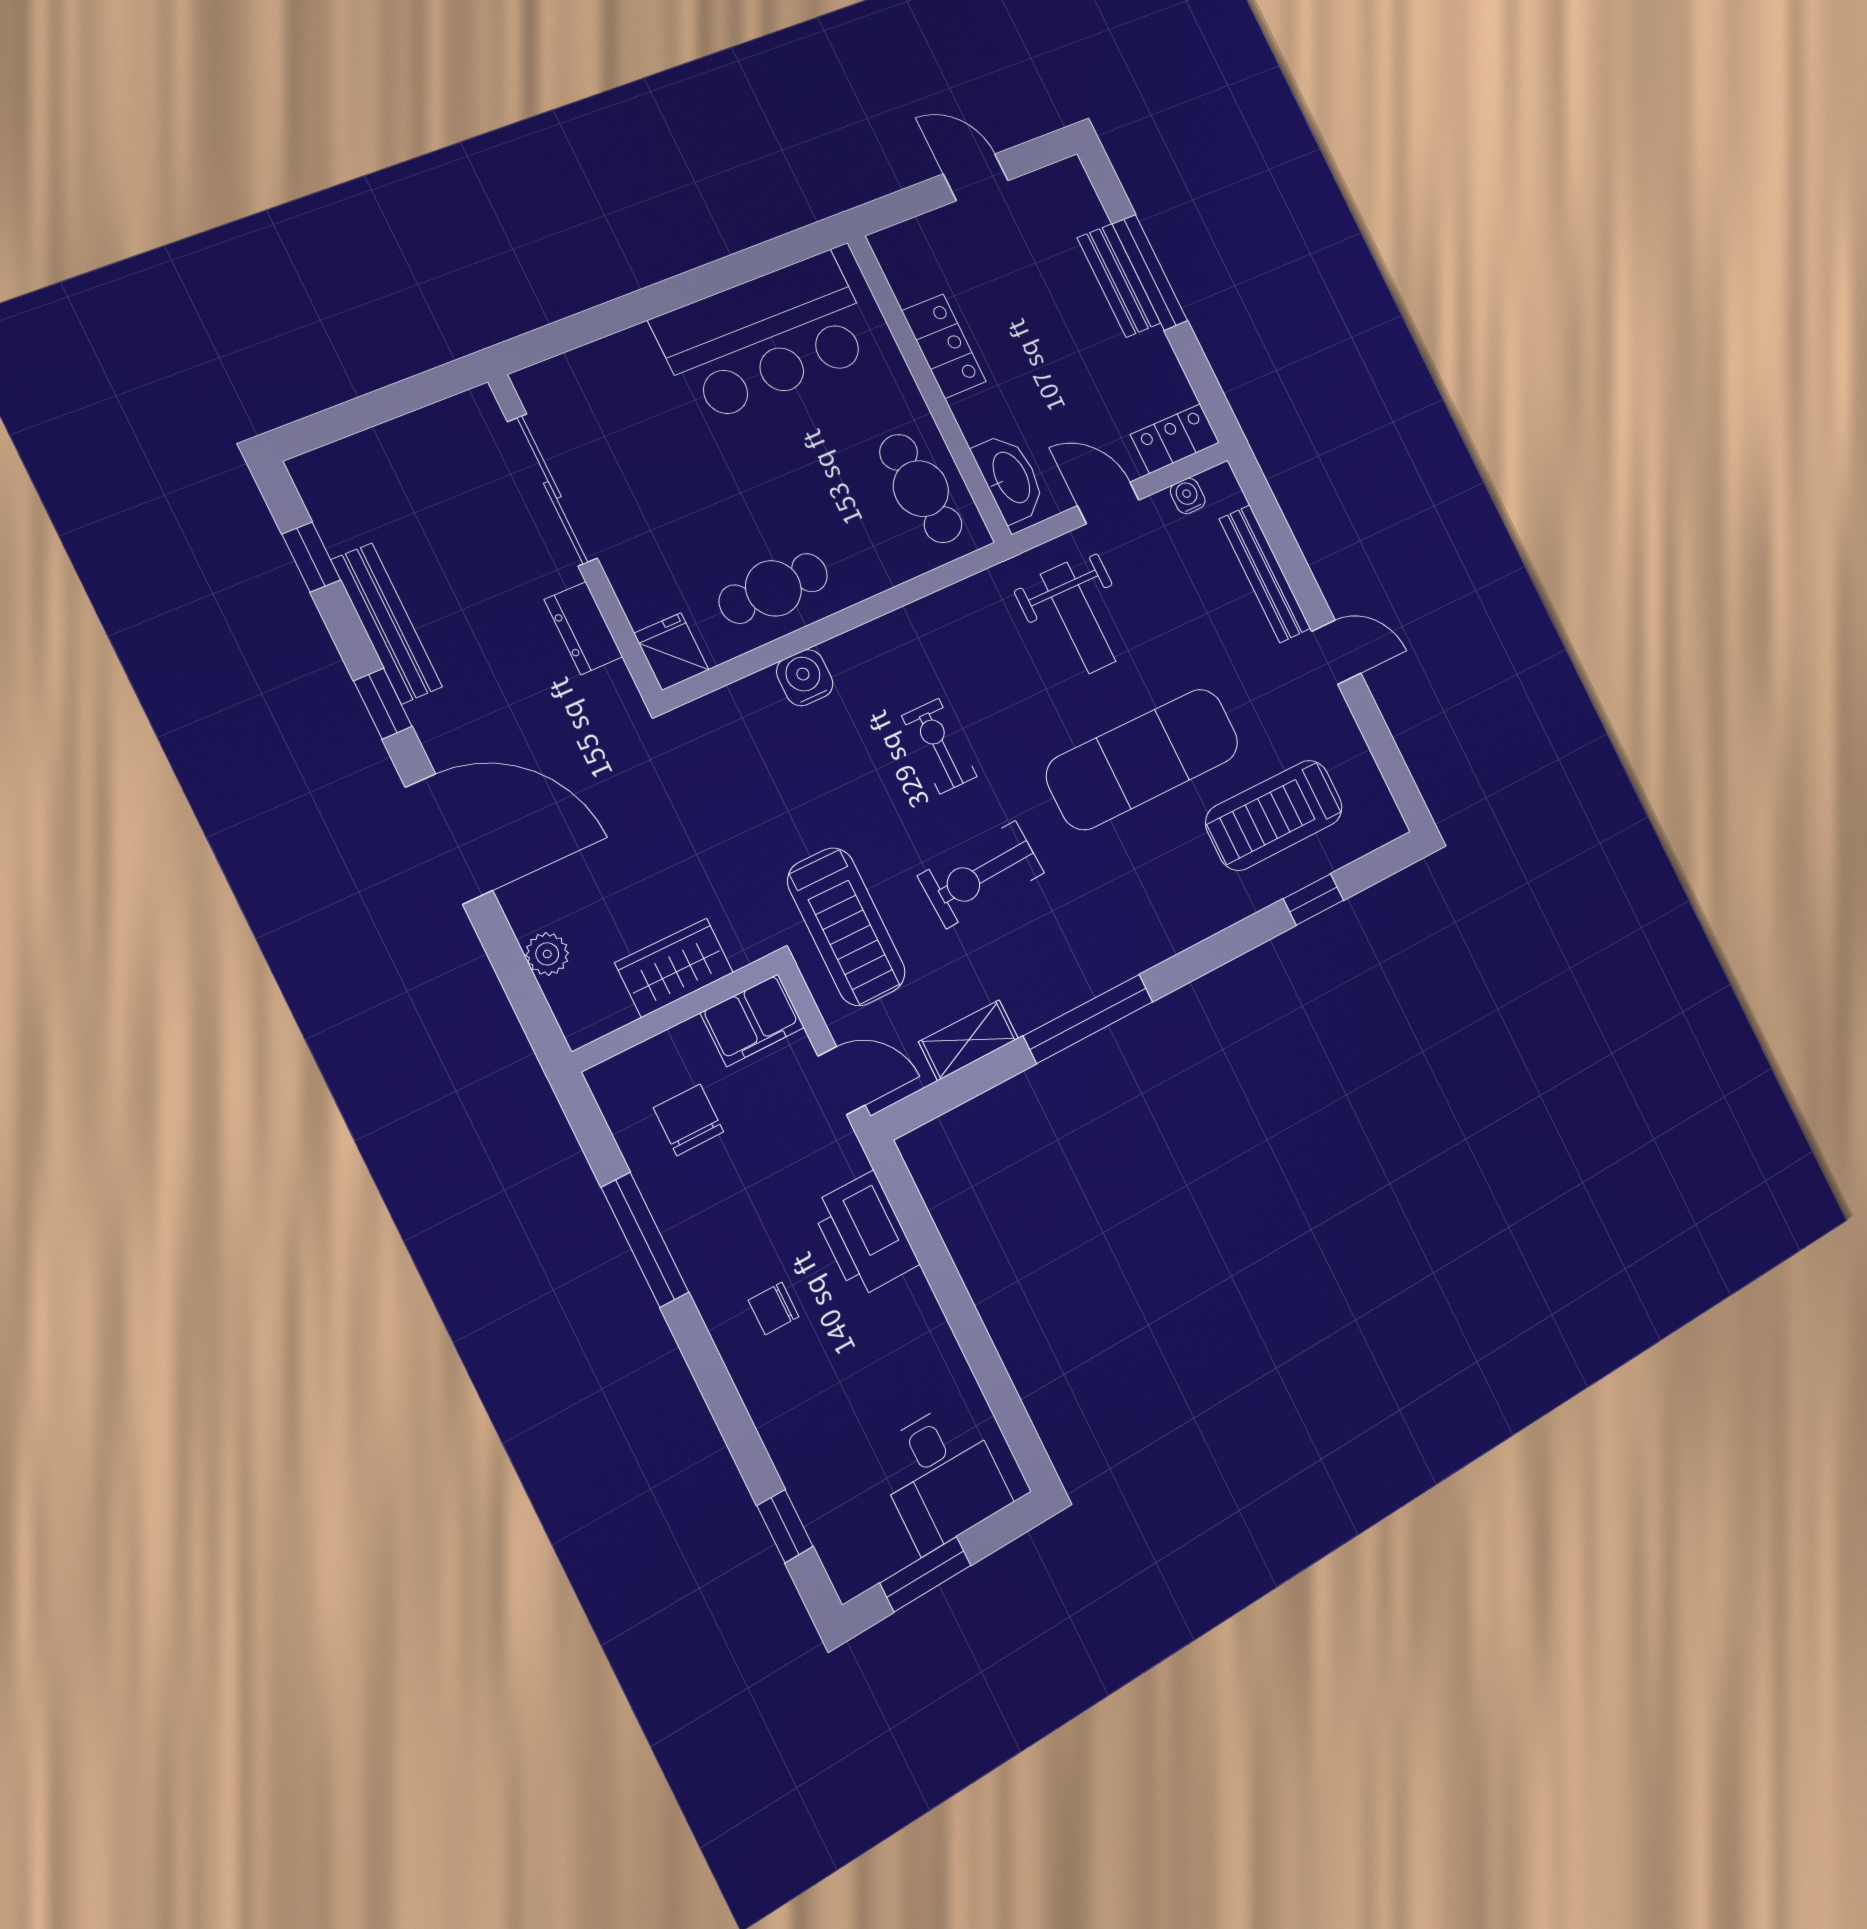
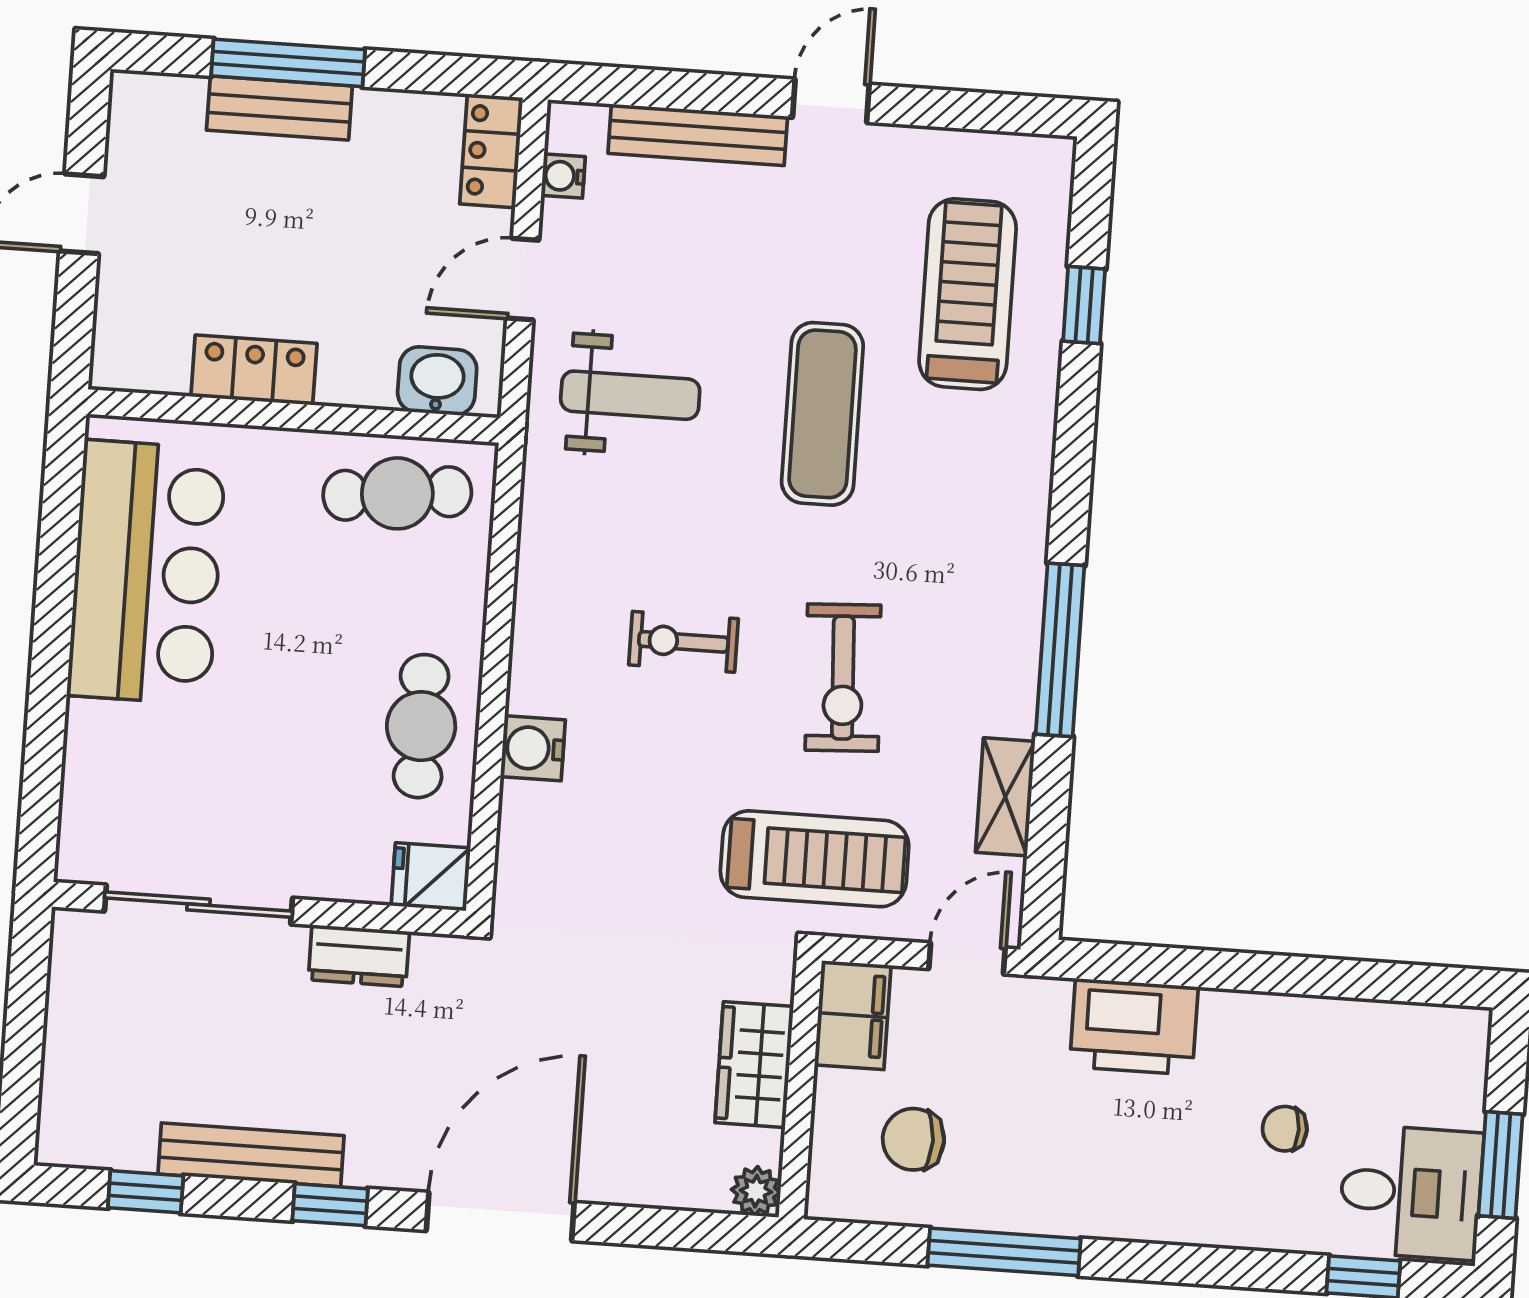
washbasin: (1010, 478) -> (437, 381), width x0.72
exercise mat: (1143, 759) -> (822, 414), width x0.73, depth x0.69
treadmill: (1274, 815) -> (968, 294), turned 180
plant: (547, 954) -> (756, 1191), moved
chair: (774, 1309) -> (1285, 1129), moved, turned 90
desk: (942, 1476) -> (1411, 1192), moved

